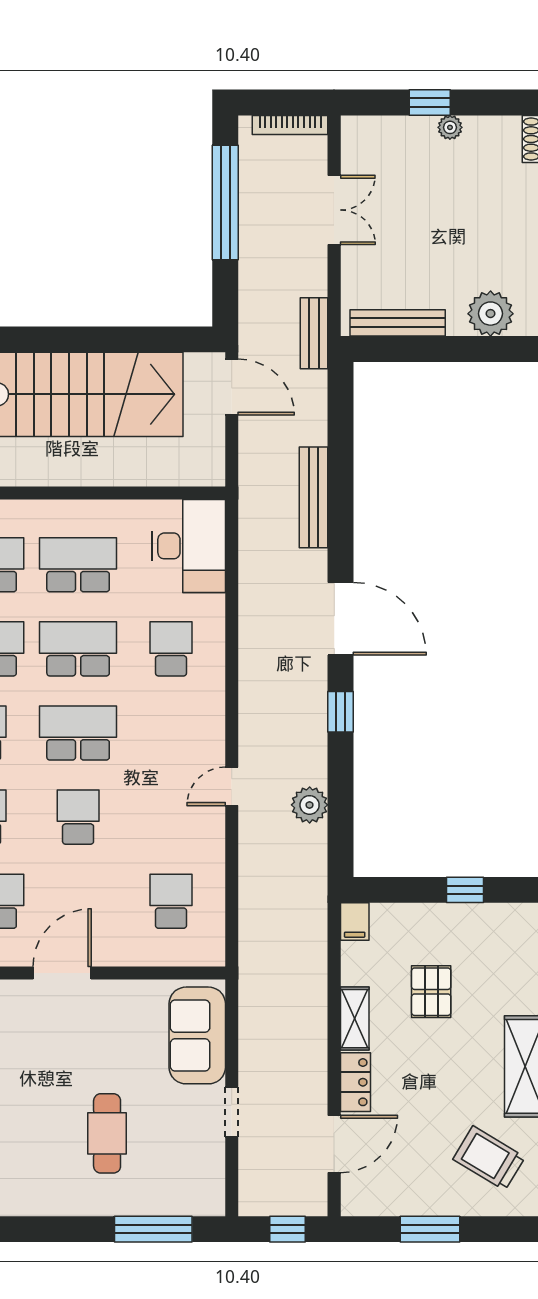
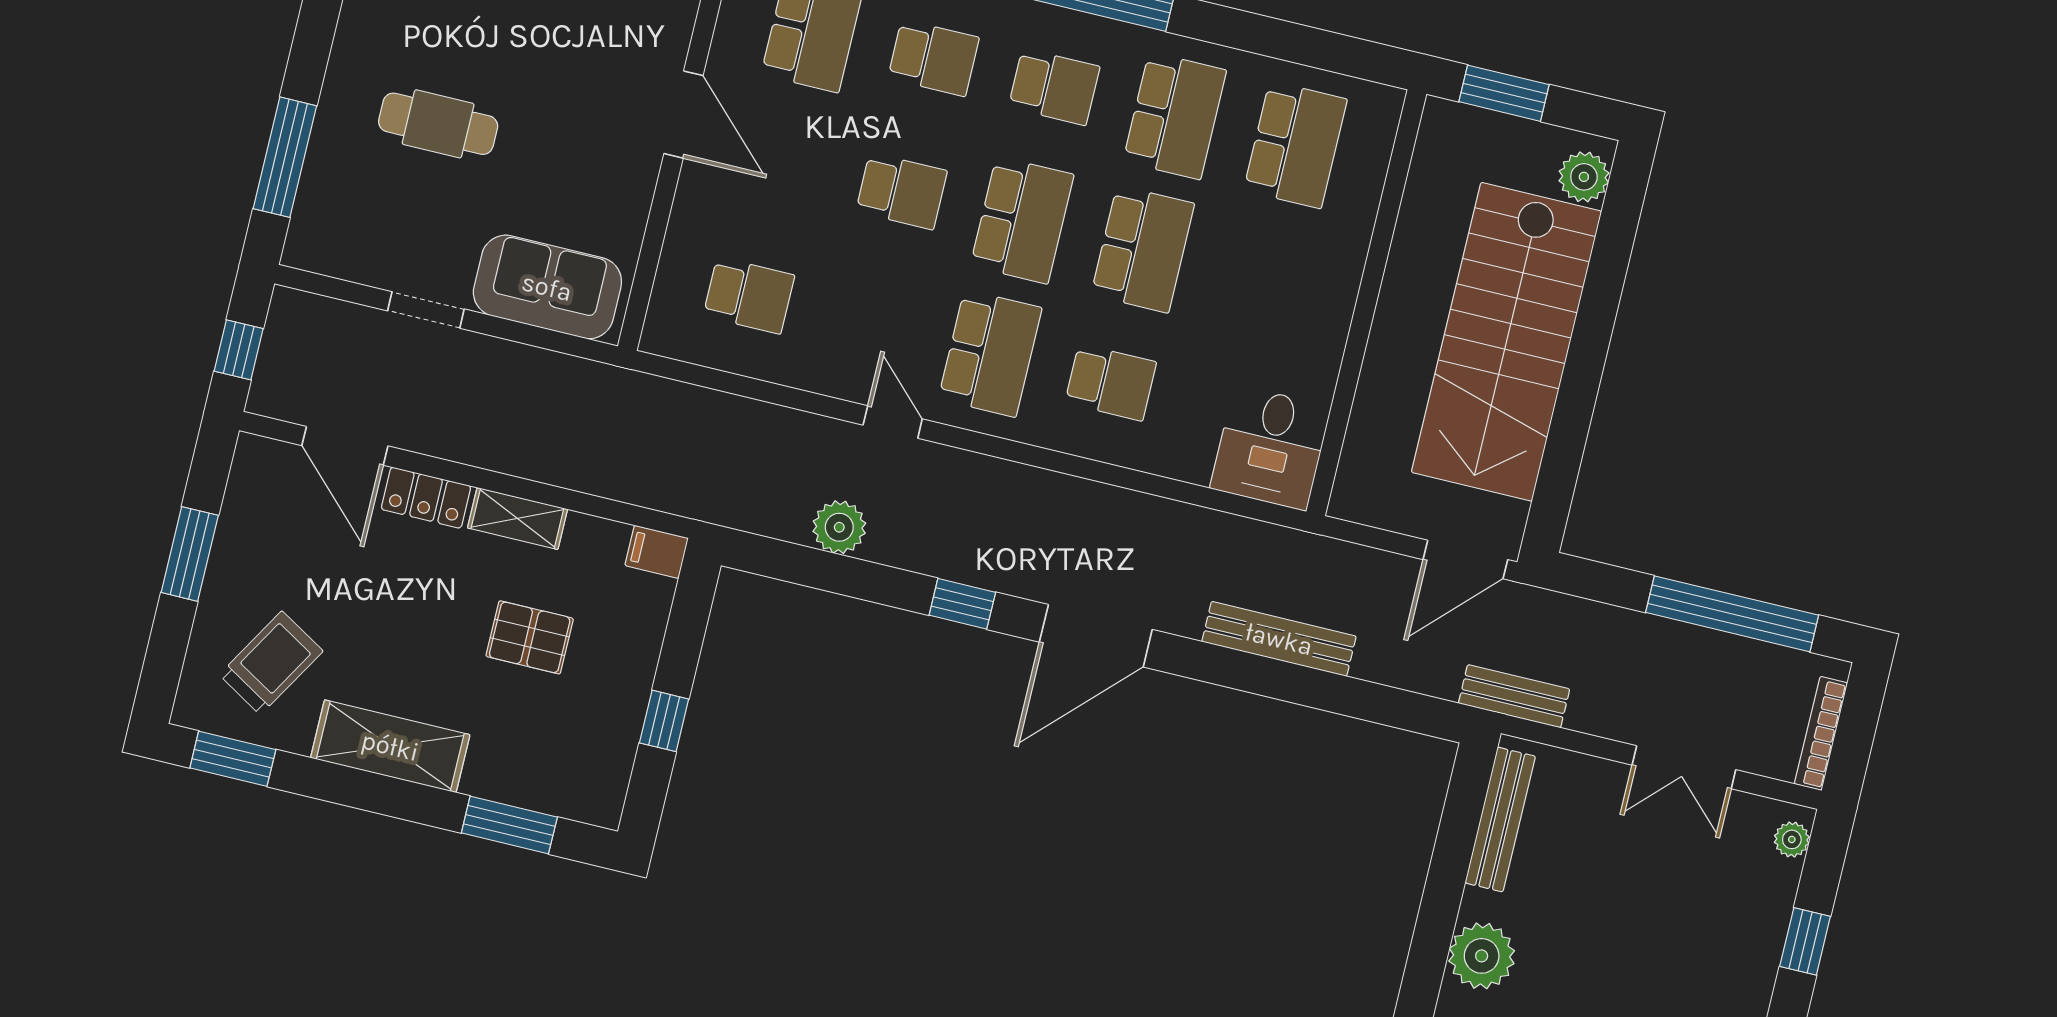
plant: (450, 127) -> (1792, 839), moved
desk: (189, 546) -> (1270, 448), width x0.73
school desk: (78, 565) -> (990, 353), moved

